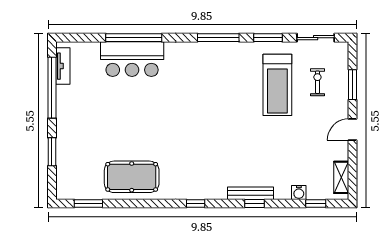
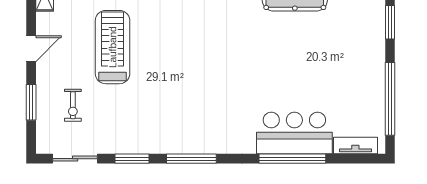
tv unit: (63, 66) -> (355, 146), moved, turned 90
treadmill: (277, 85) -> (113, 47), moved

